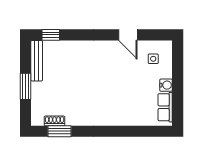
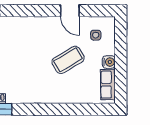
coffee table: (126, 83) -> (68, 60), added

